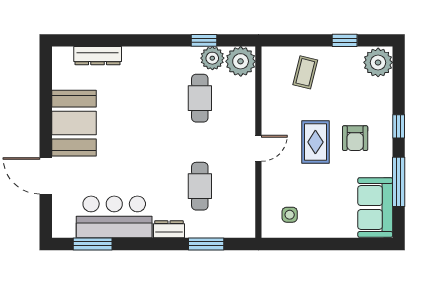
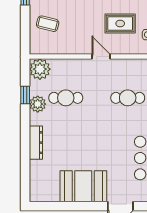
dresser: (98, 56) -> (36, 143), moved
plant: (212, 58) -> (38, 104), moved
rug: (315, 142) -> (120, 24), moved

